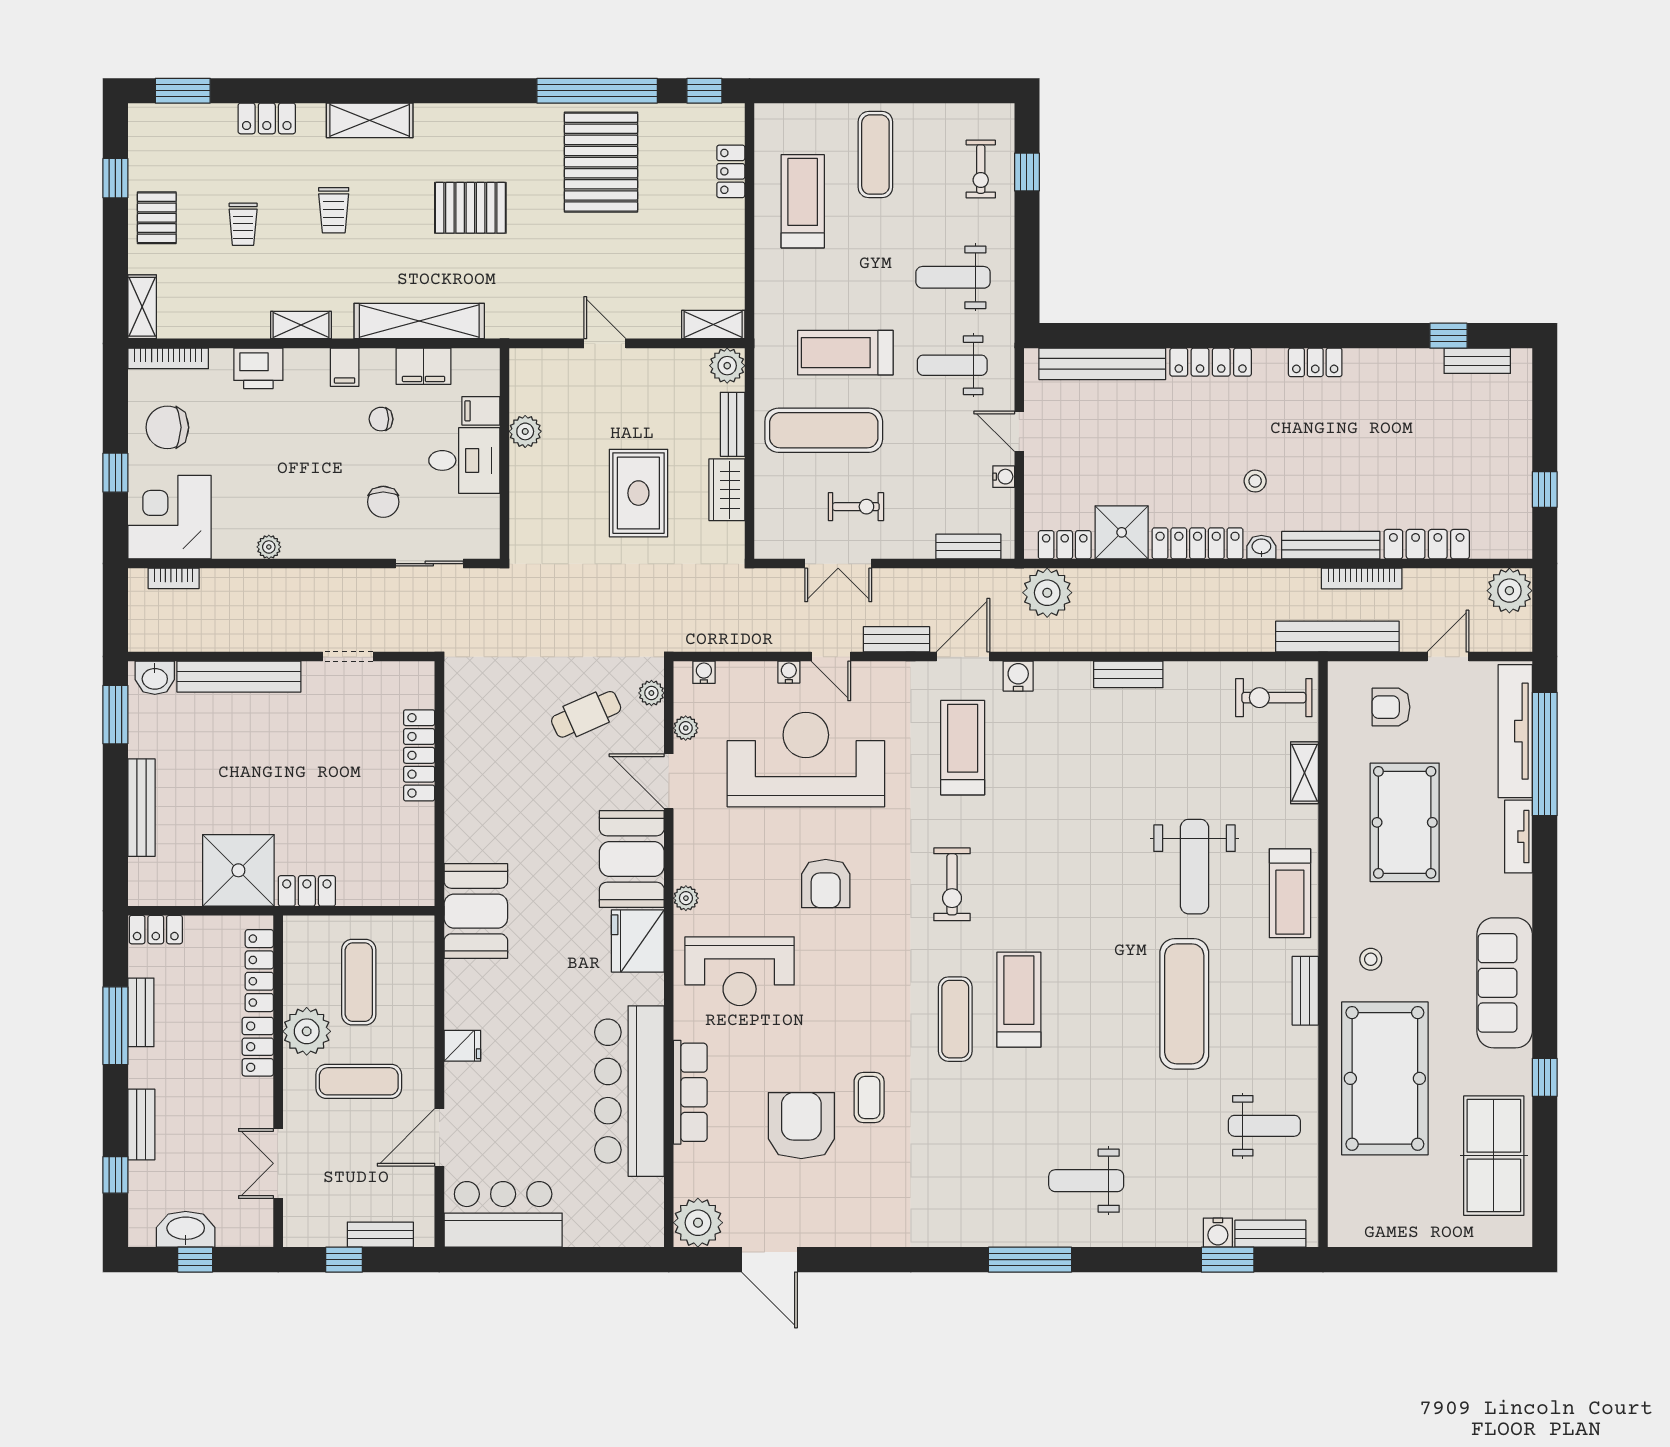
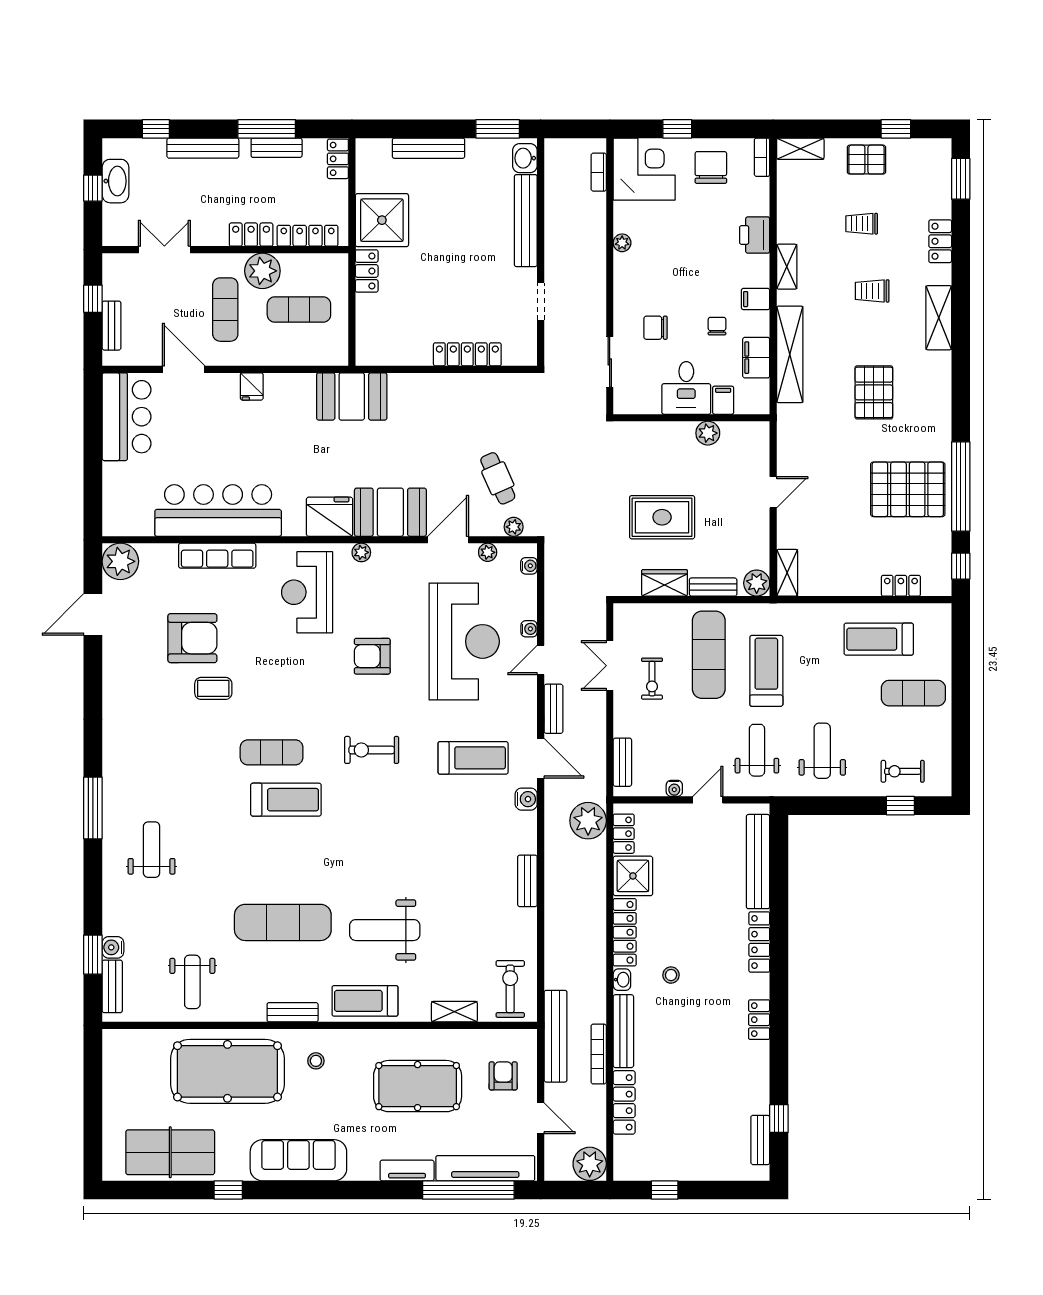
treadmill: (803, 201) -> (879, 639), turned 180
bookcase: (168, 358) -> (762, 157), width x0.64
bench: (141, 1124) -> (203, 148), width x1.36

